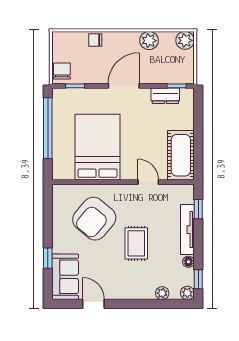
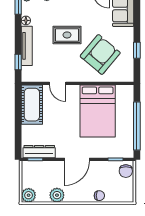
dresser: (165, 96) -> (39, 152), width x1.44
rug: (136, 243) -> (67, 35), turned 90
window: (48, 258) -> (137, 50), moved

